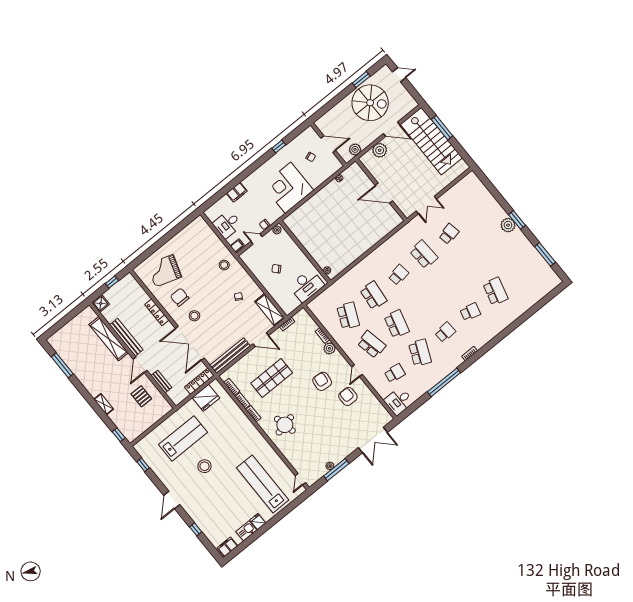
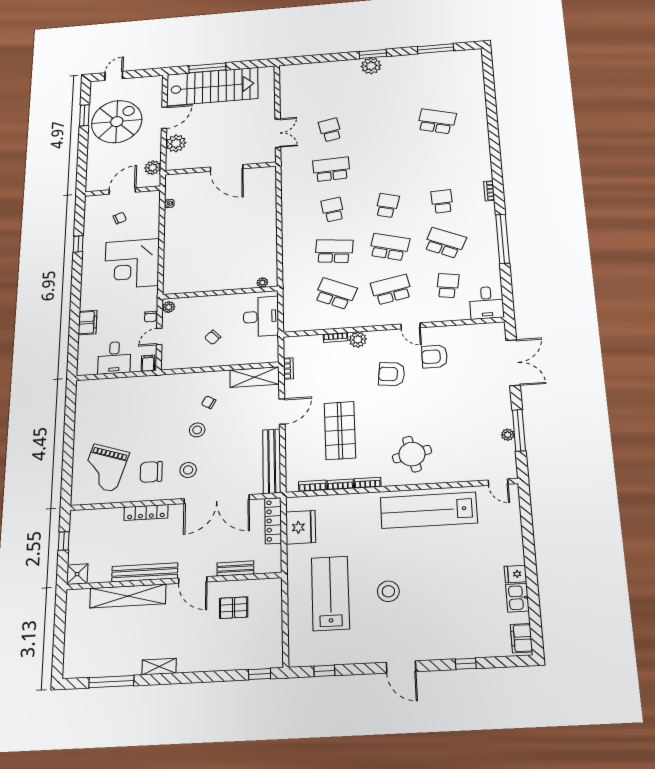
door: (384, 193) -> (227, 168), hinge flipped
stool: (224, 265) -> (197, 430), moved
school desk: (470, 312) -> (387, 205), moved
shelving: (104, 404) -> (159, 667), moved
lab bench: (263, 484) -> (429, 510), moved

